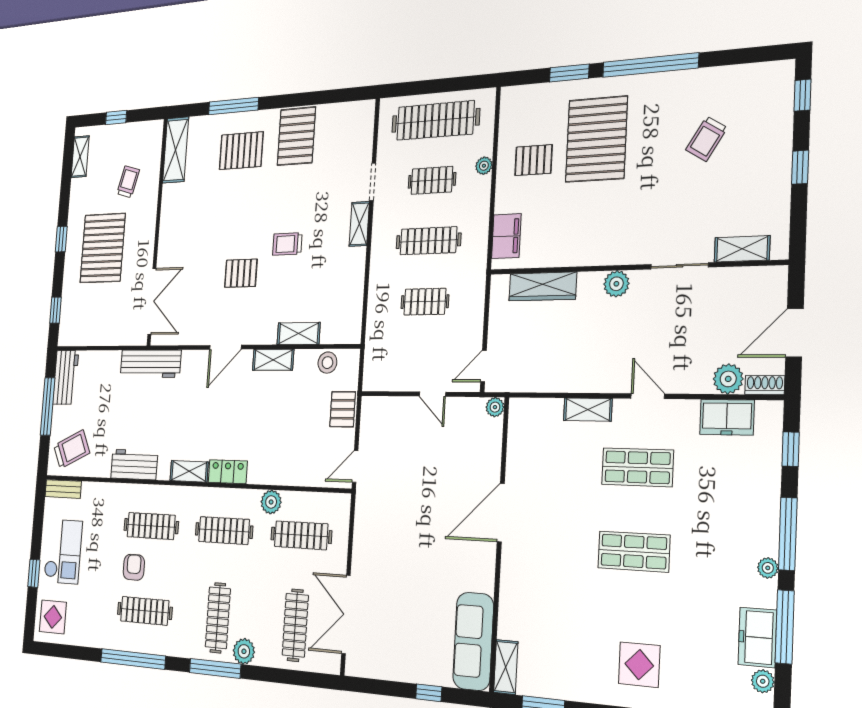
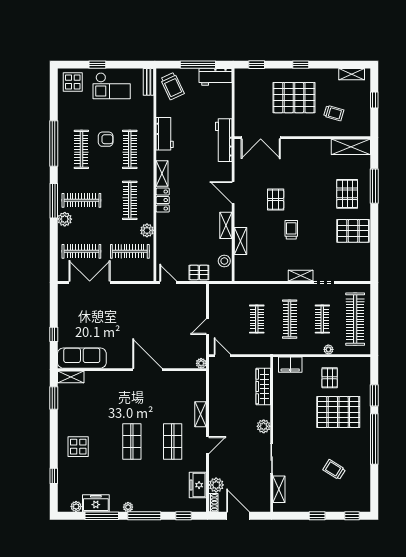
clothes rail: (301, 535) -> (130, 251), turned 90

